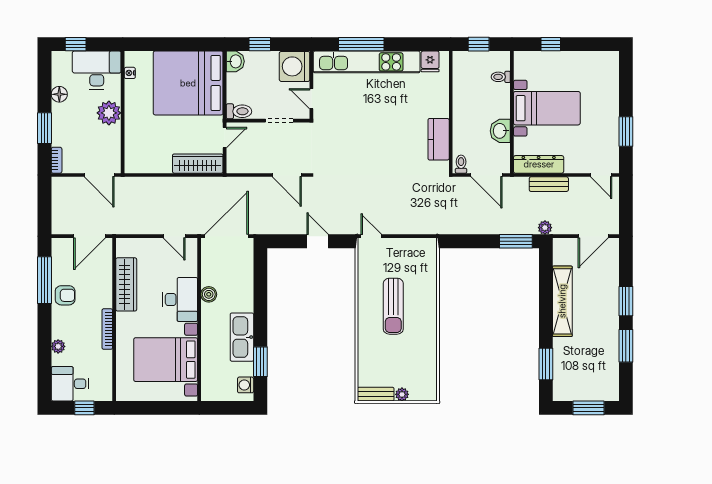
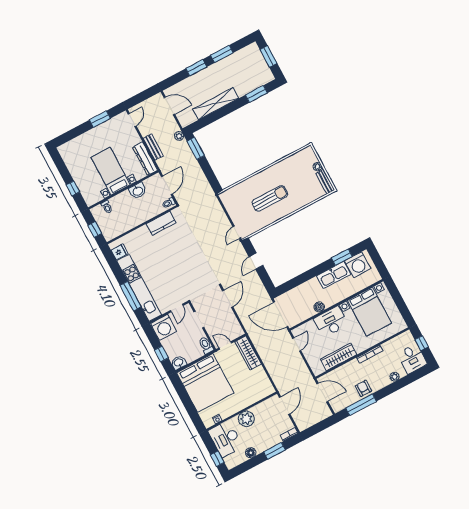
washing machine: (246, 385) -> (358, 265), width x1.89, depth x1.89

